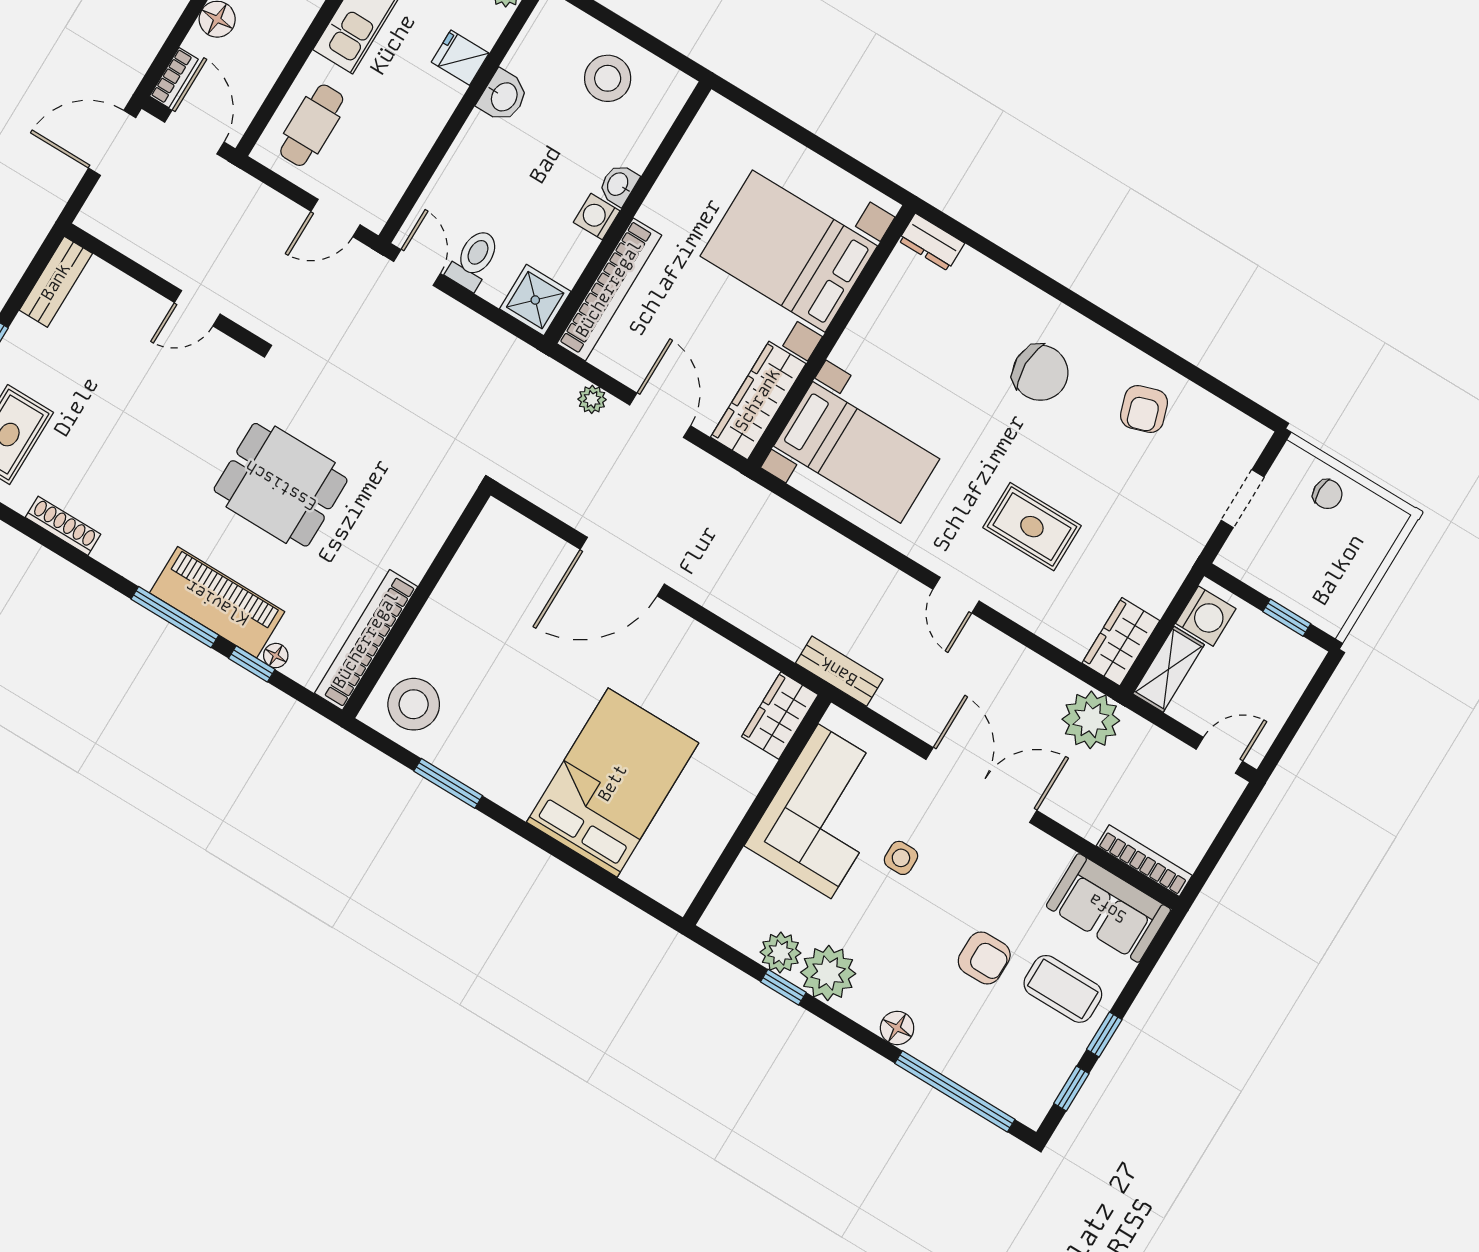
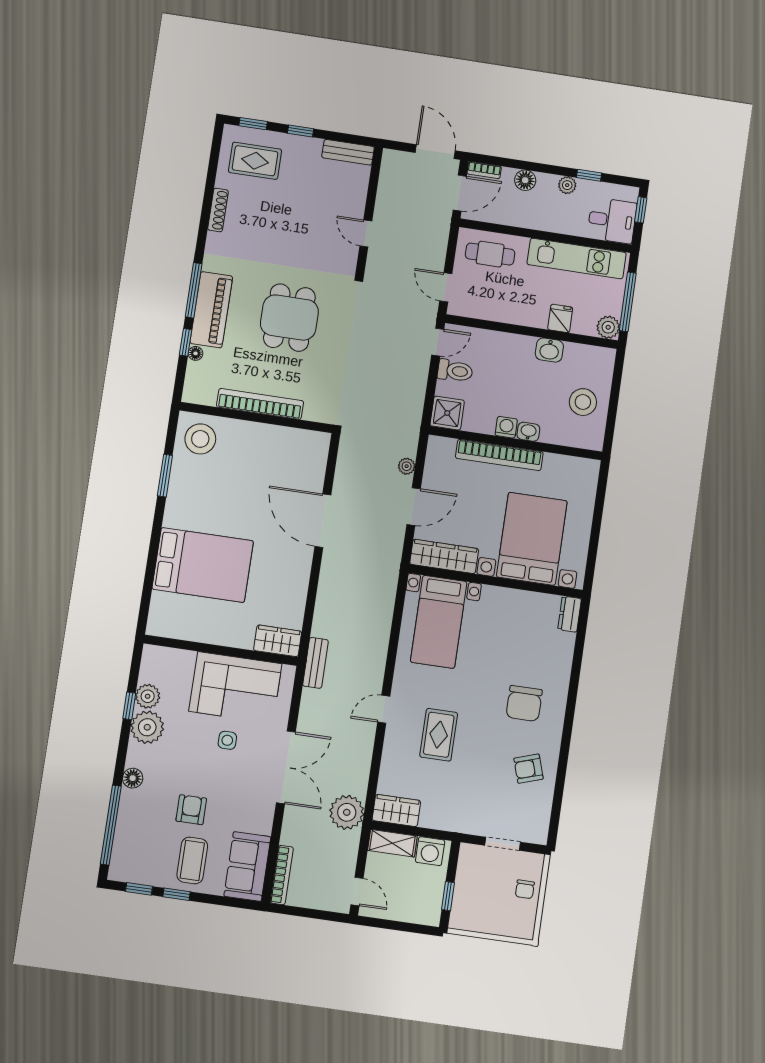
bookcase: (609, 289) -> (499, 455), moved
bookcase: (366, 640) -> (260, 404), moved
armchair: (984, 958) -> (191, 810), turned 180

